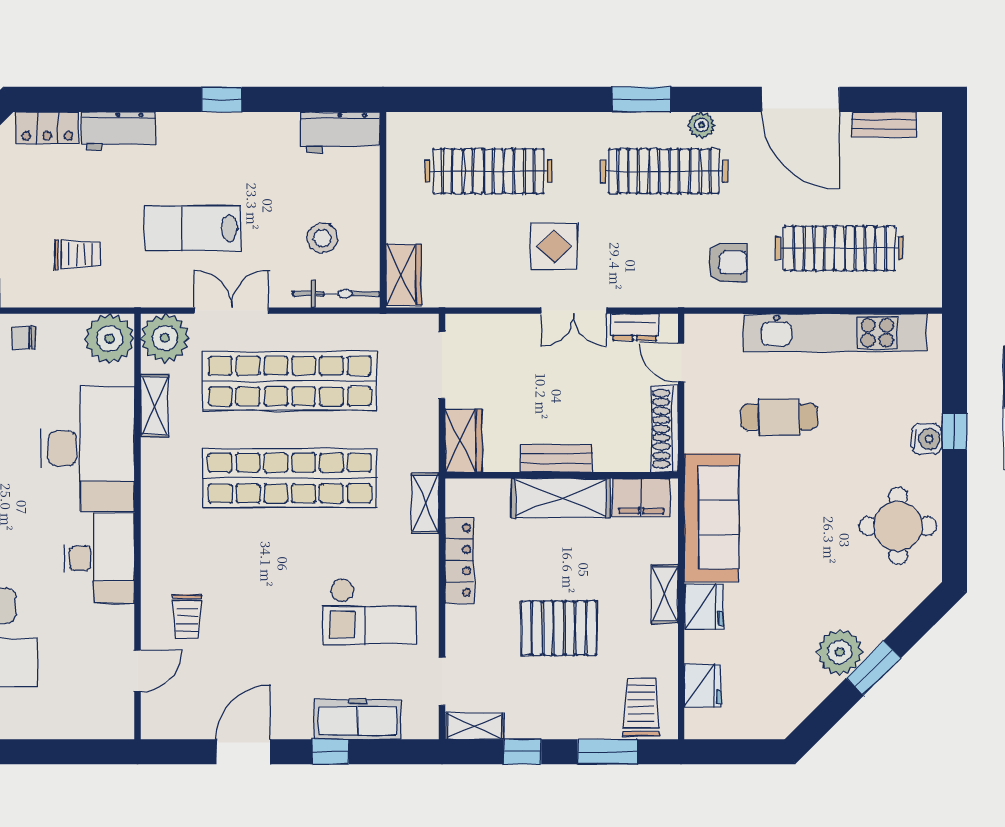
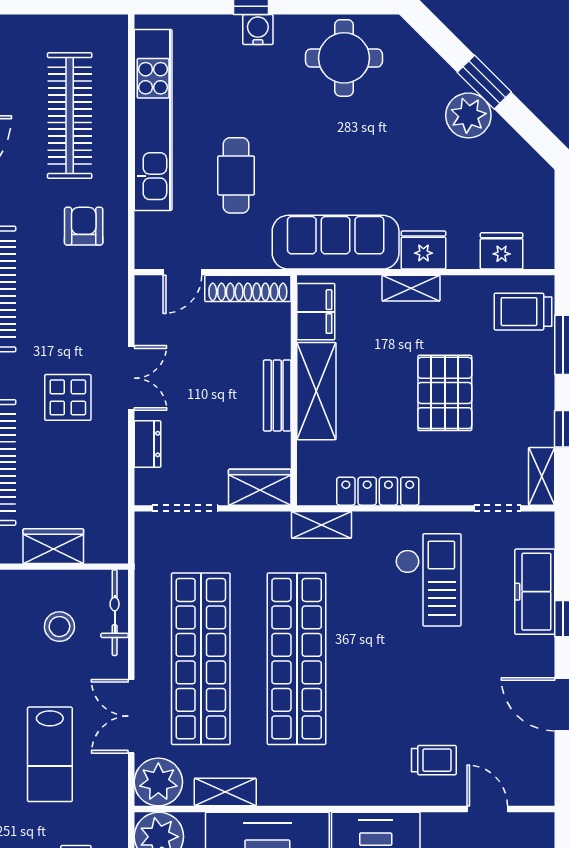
wardrobe: (404, 275) -> (53, 546), moved
dresser: (635, 327) -> (148, 444), moved

